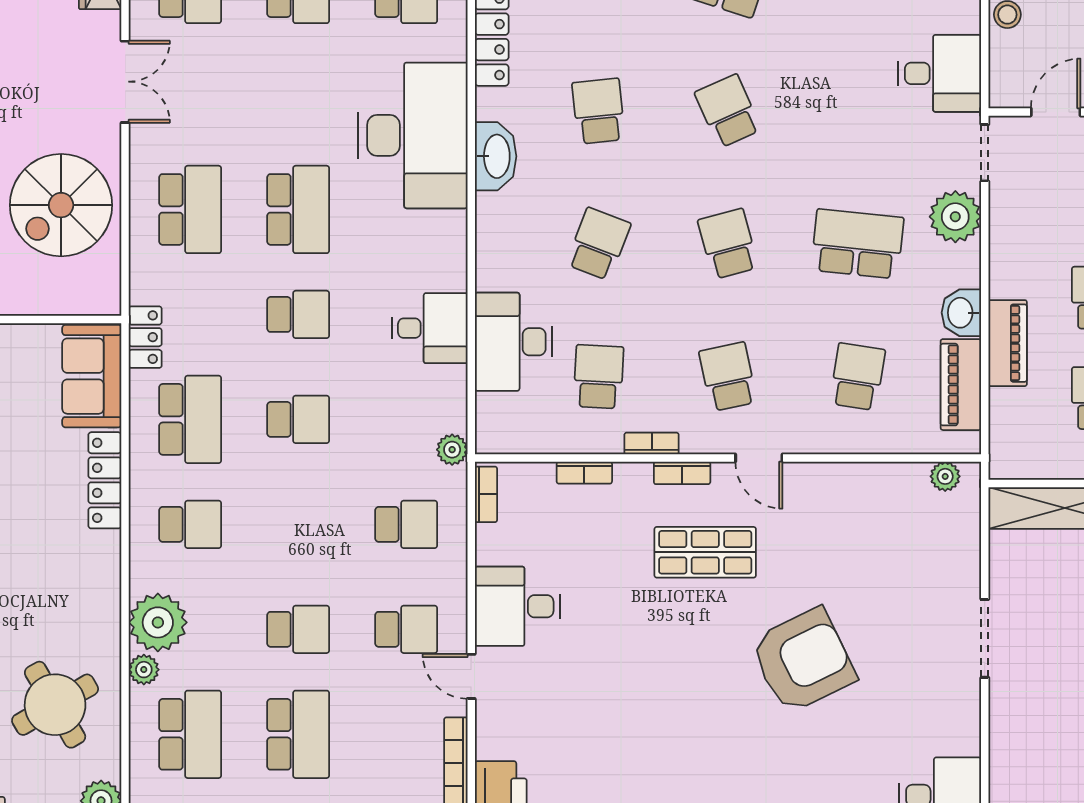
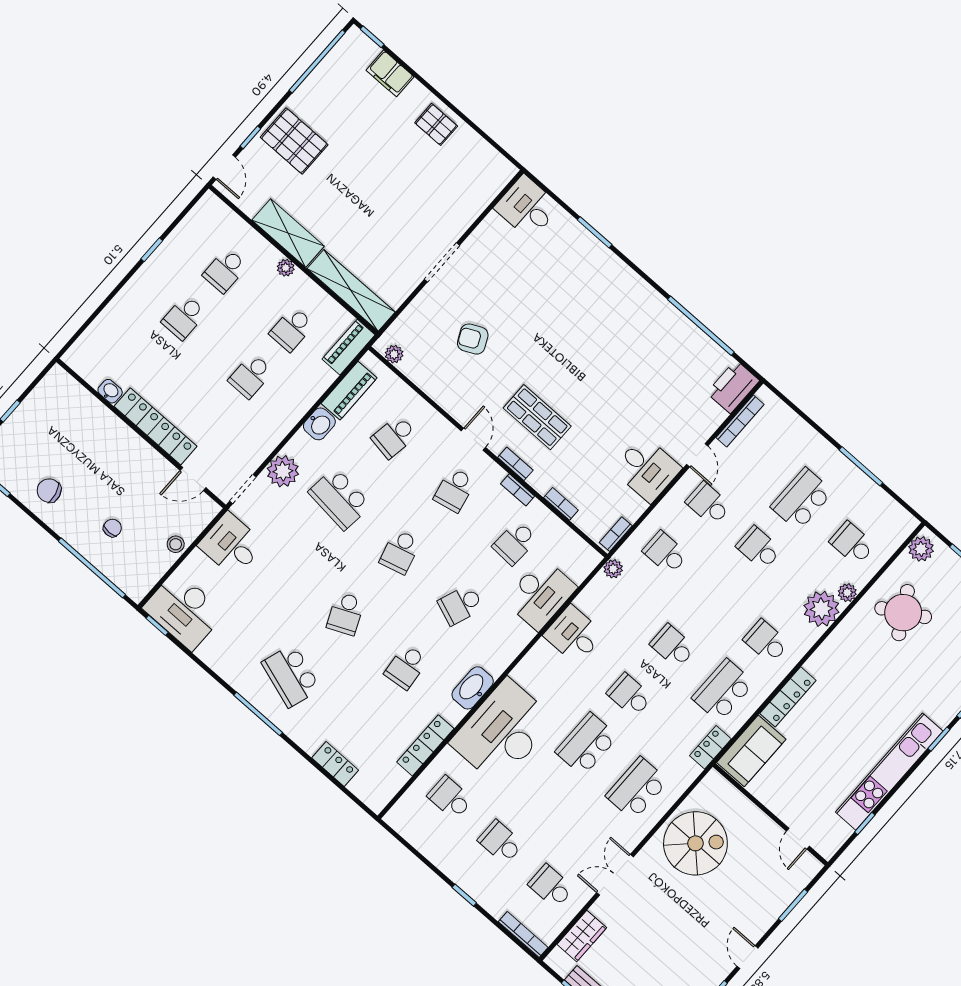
piano: (1008, 343) -> (349, 347), moved
armchair: (803, 660) -> (473, 339), moved, width x0.53, depth x0.53
school desk: (190, 734) -> (852, 543), width x0.54

